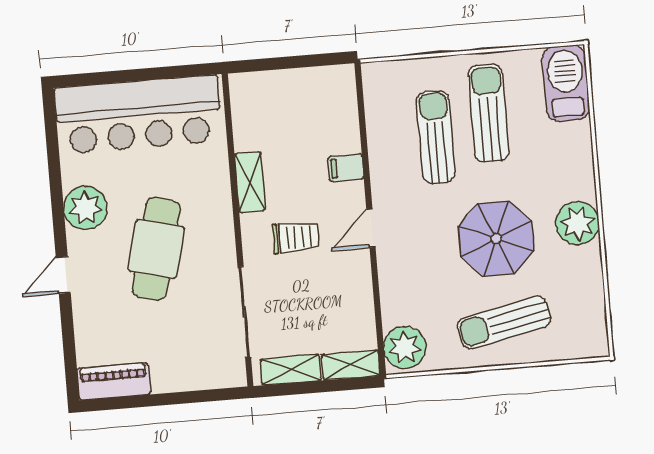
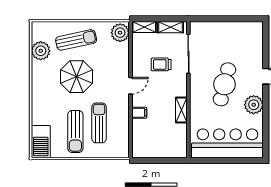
sun lounger: (436, 137) -> (99, 123), turned 180
plant: (577, 223) -> (41, 51), moved
trolley: (296, 237) -> (161, 64), moved
piano: (114, 381) -> (248, 28), removed

